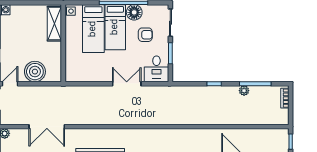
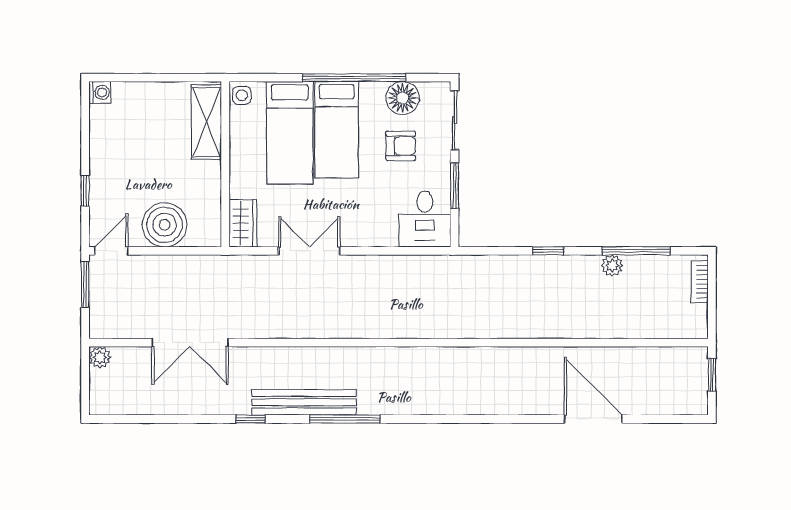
floor lamp: (134, 12) -> (403, 98), moved
wardrobe: (72, 71) -> (243, 223), added
double door: (127, 84) -> (309, 251), moved

